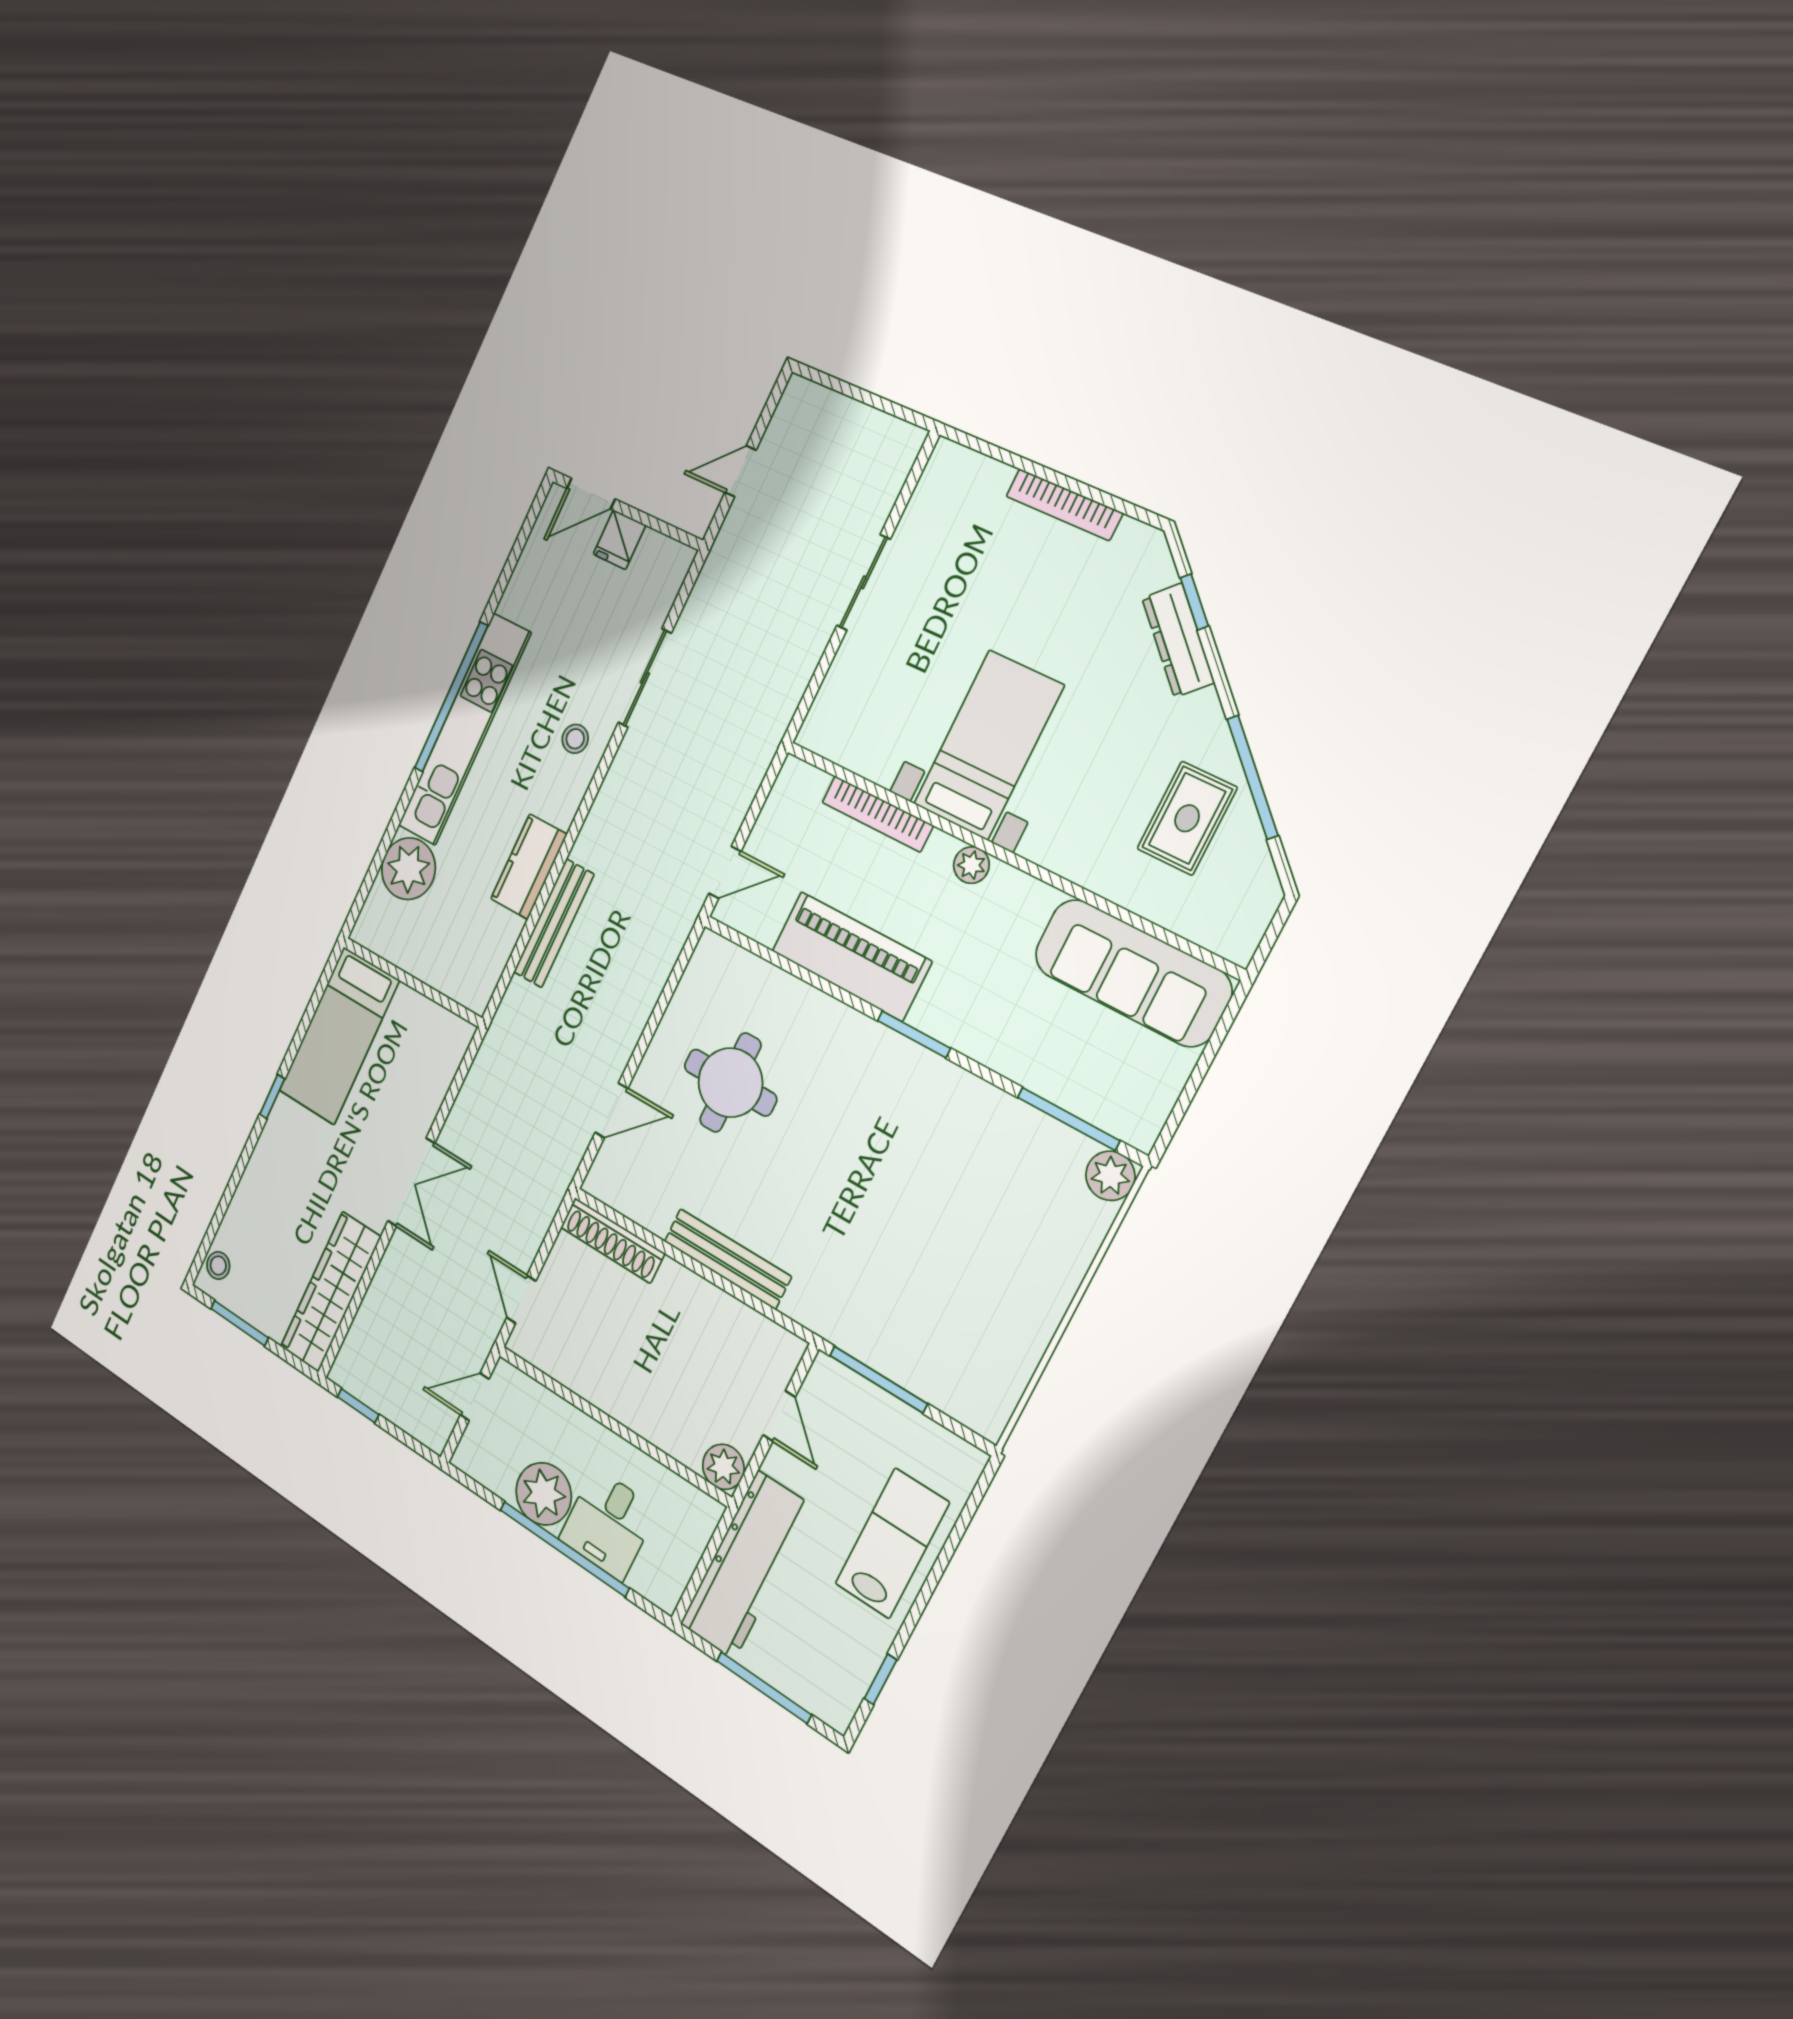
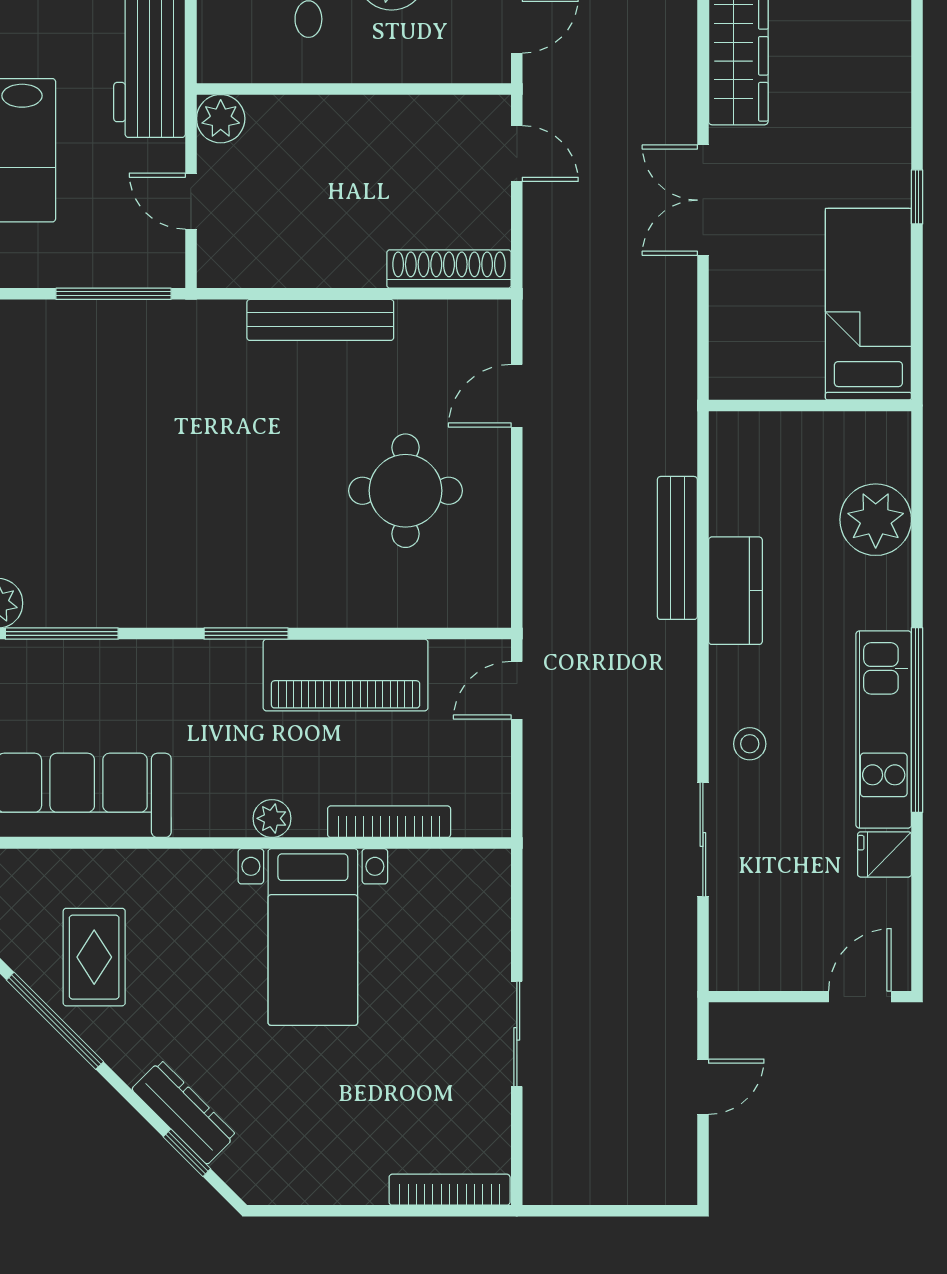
bookcase: (1064, 505) -> (450, 1190), moved
fridge: (619, 540) -> (884, 854), moved, turned -90
kitchen unit: (464, 730) -> (884, 730), width x0.73

